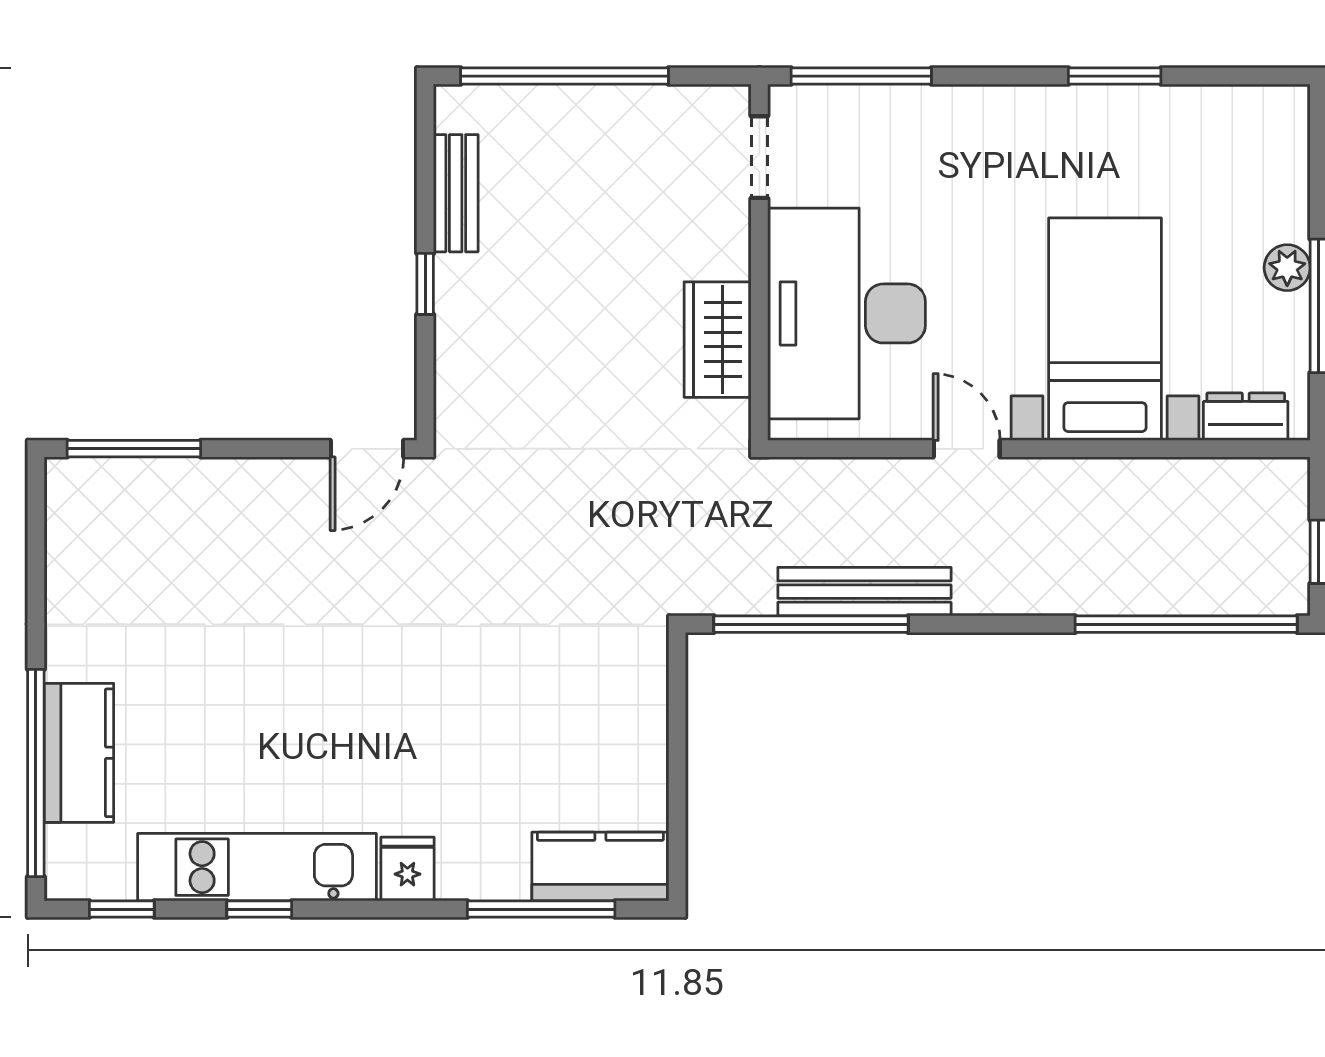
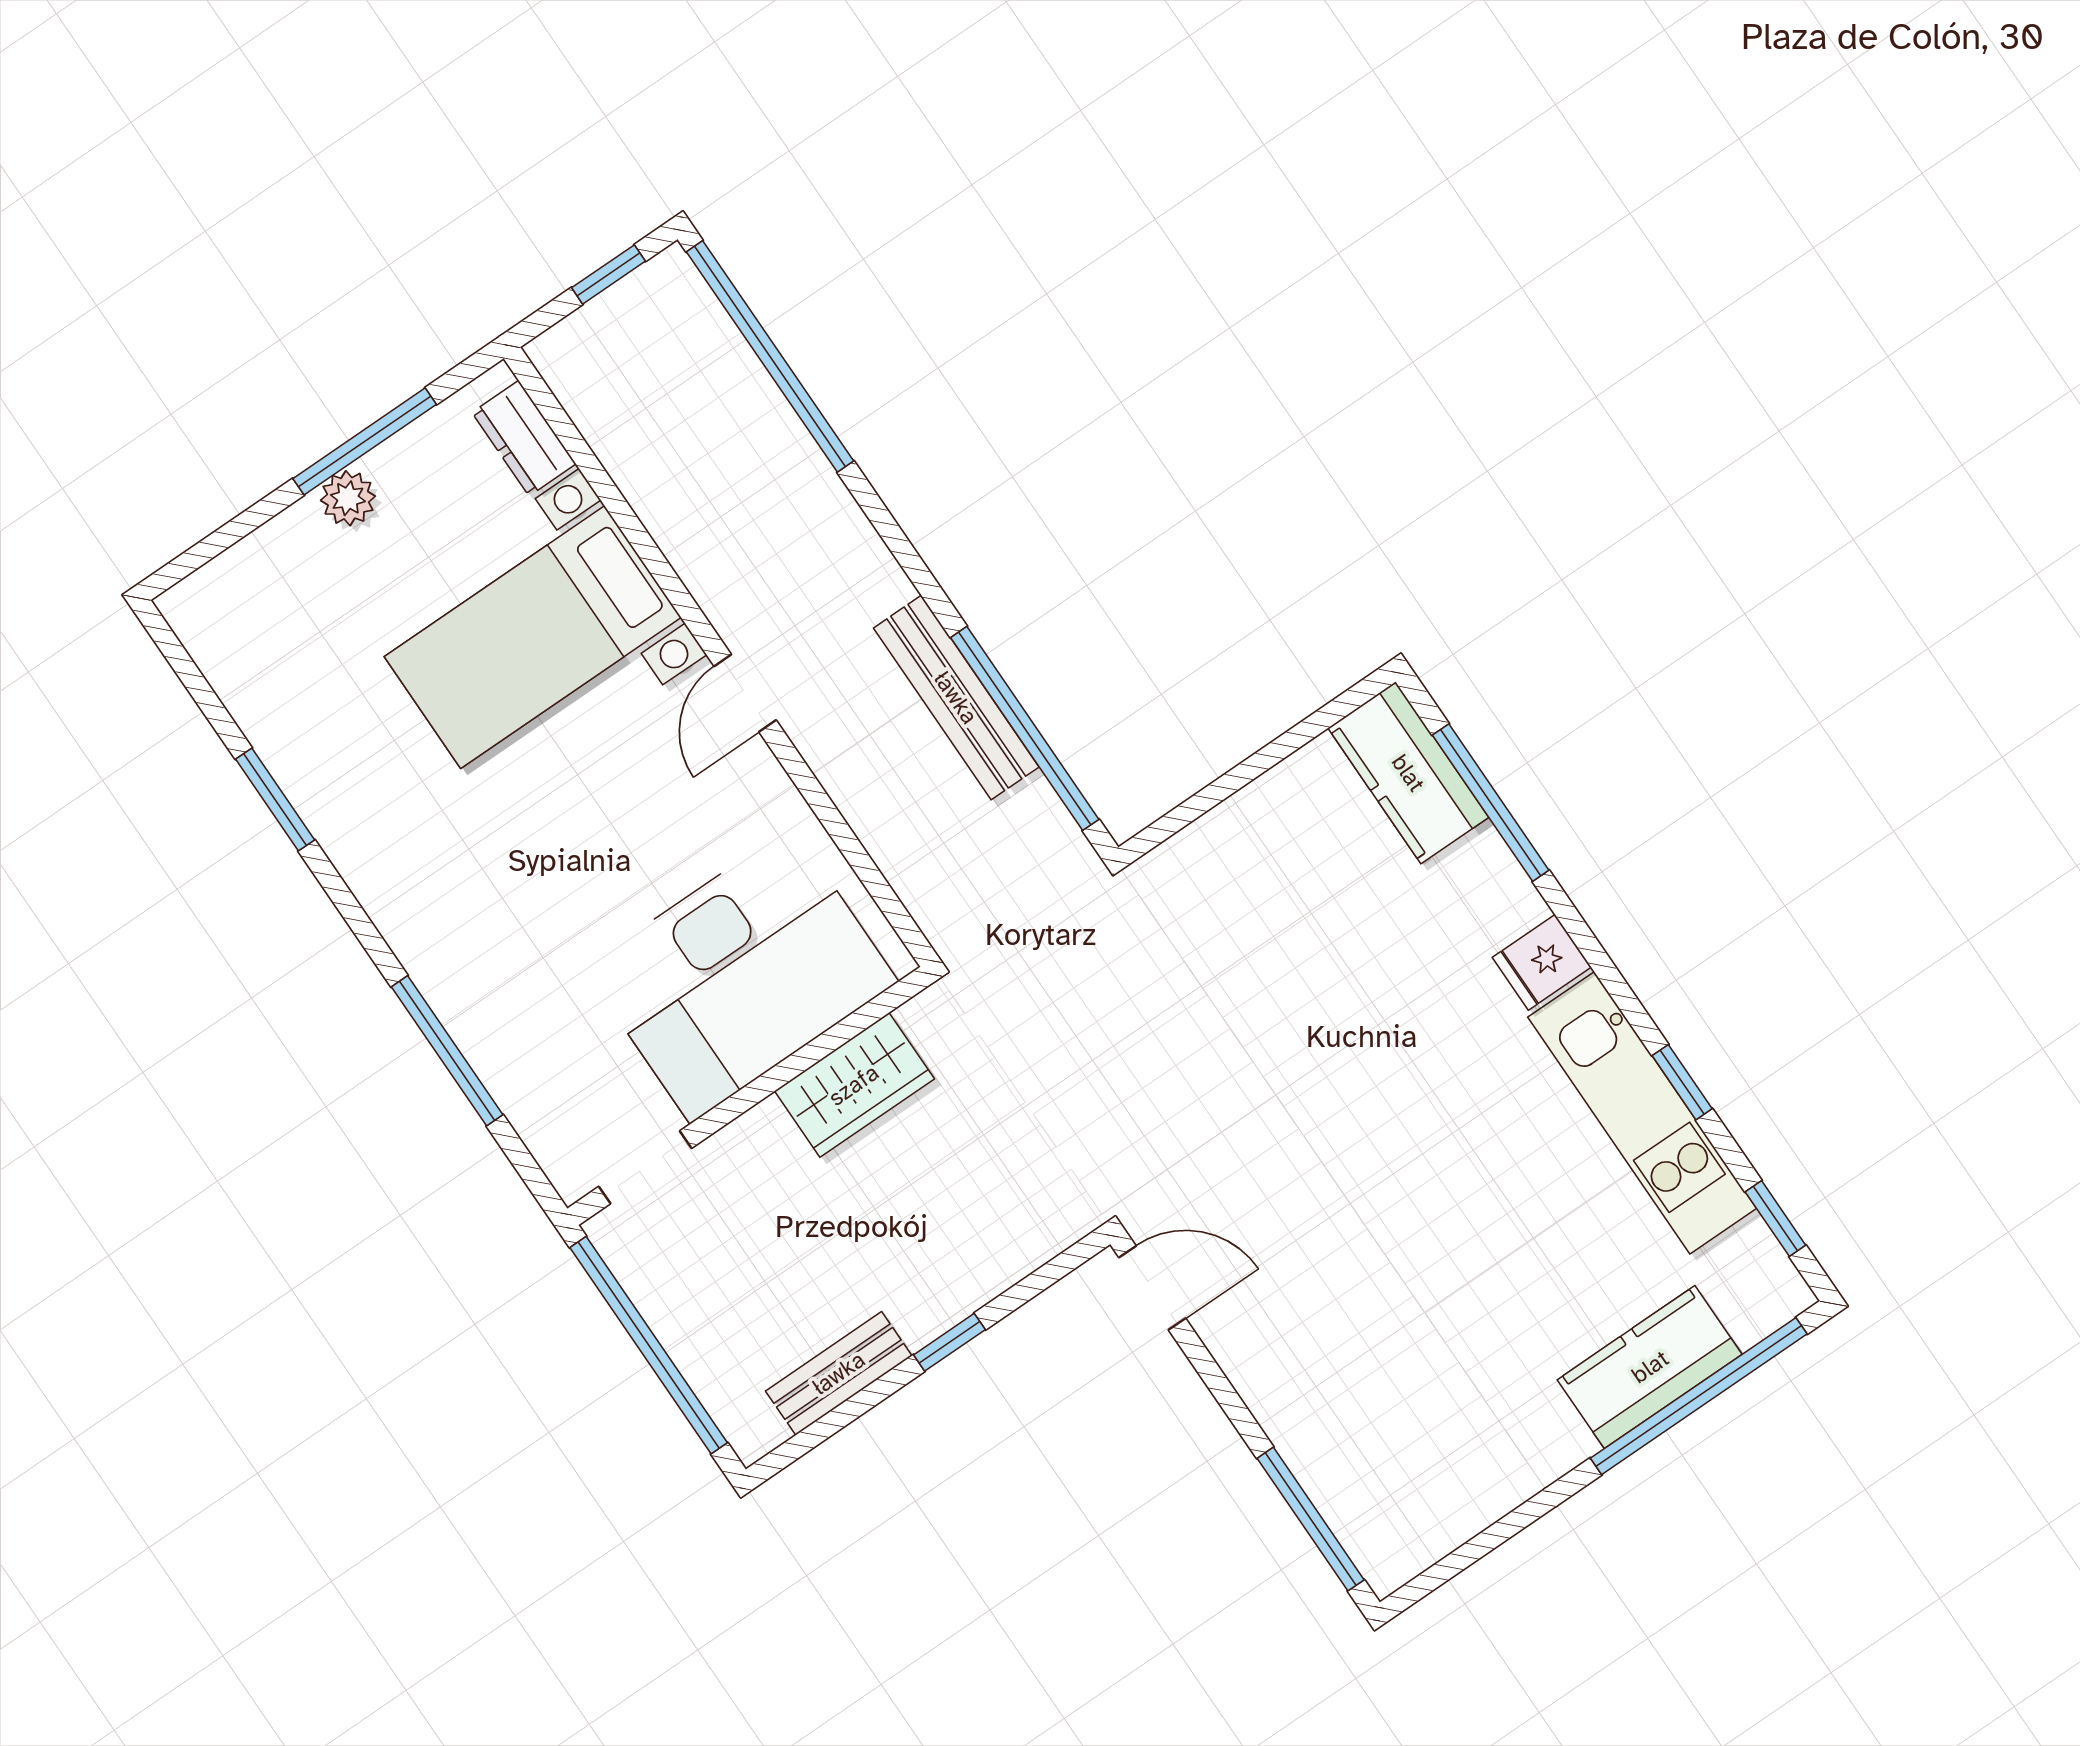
doorway: (759, 157) -> (645, 1167), moved
wall: (759, 262) -> (749, 1096), moved
desk: (847, 313) -> (741, 975), moved
wardrobe: (718, 340) -> (854, 1085), moved

